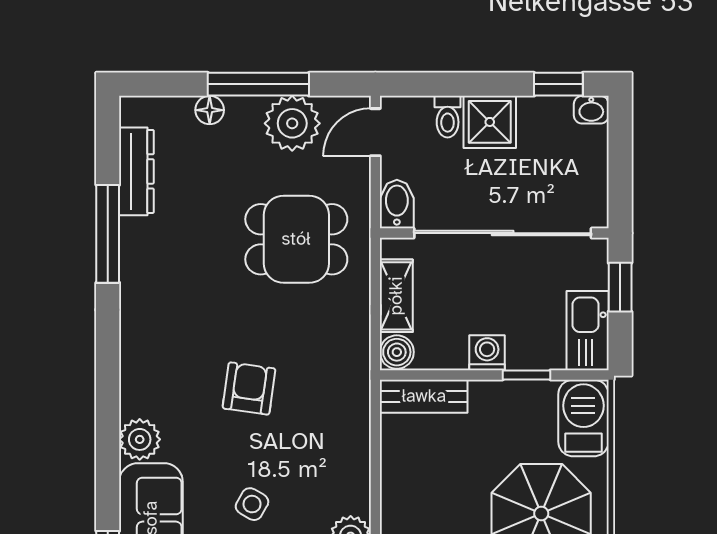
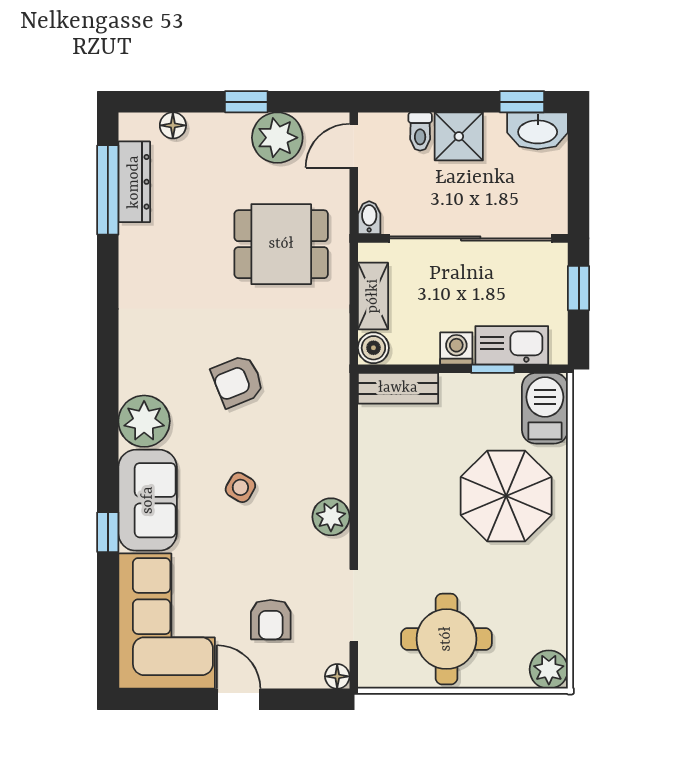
window: (258, 84) -> (246, 102), width x0.46
floor lamp: (210, 110) -> (173, 125), moved
washbasin: (591, 110) -> (538, 131), width x1.91, depth x1.45
bidet: (397, 204) -> (369, 218), width x0.72, depth x0.74
window: (108, 234) -> (108, 190), moved
kitchen sink: (588, 331) -> (512, 345), moved, turned 90
armchair: (249, 388) -> (238, 381), turned -120
plant: (140, 439) -> (144, 421), width x1.36, depth x1.36

